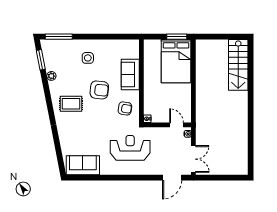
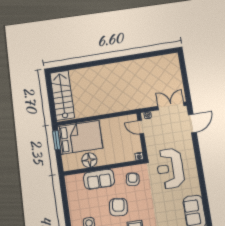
stairs: (238, 65) -> (62, 95), moved, turned -90
floor lamp: (151, 67) -> (89, 160), added
door: (177, 125) -> (141, 127), hinge flipped
door: (172, 178) -> (192, 123), hinge flipped

